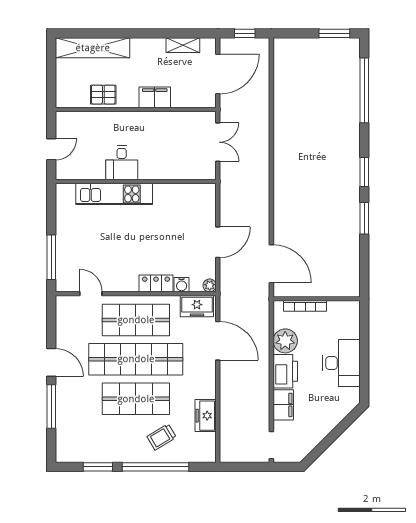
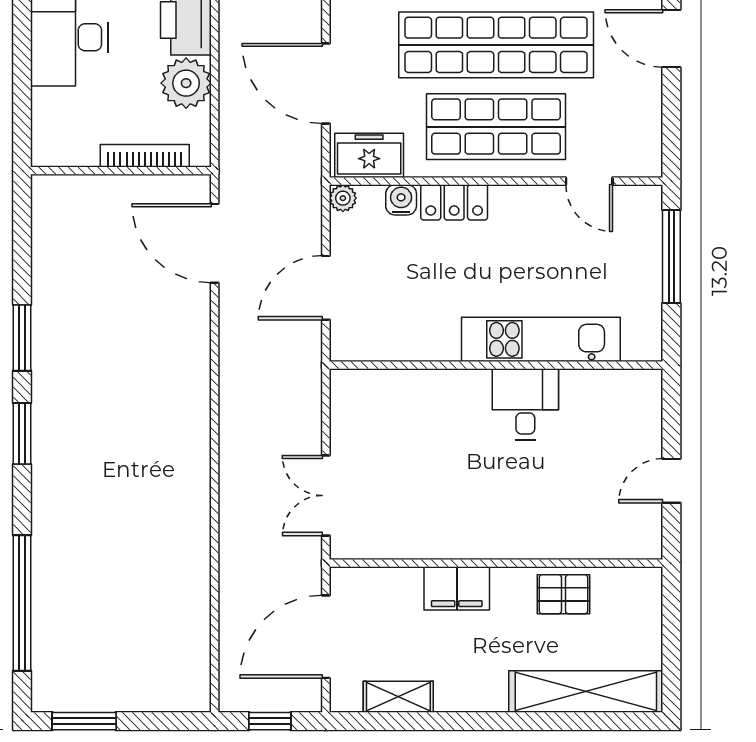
desk: (122, 163) -> (525, 404), moved
wall: (136, 182) -> (496, 365), moved
kitchen unit: (114, 194) -> (541, 339), moved

